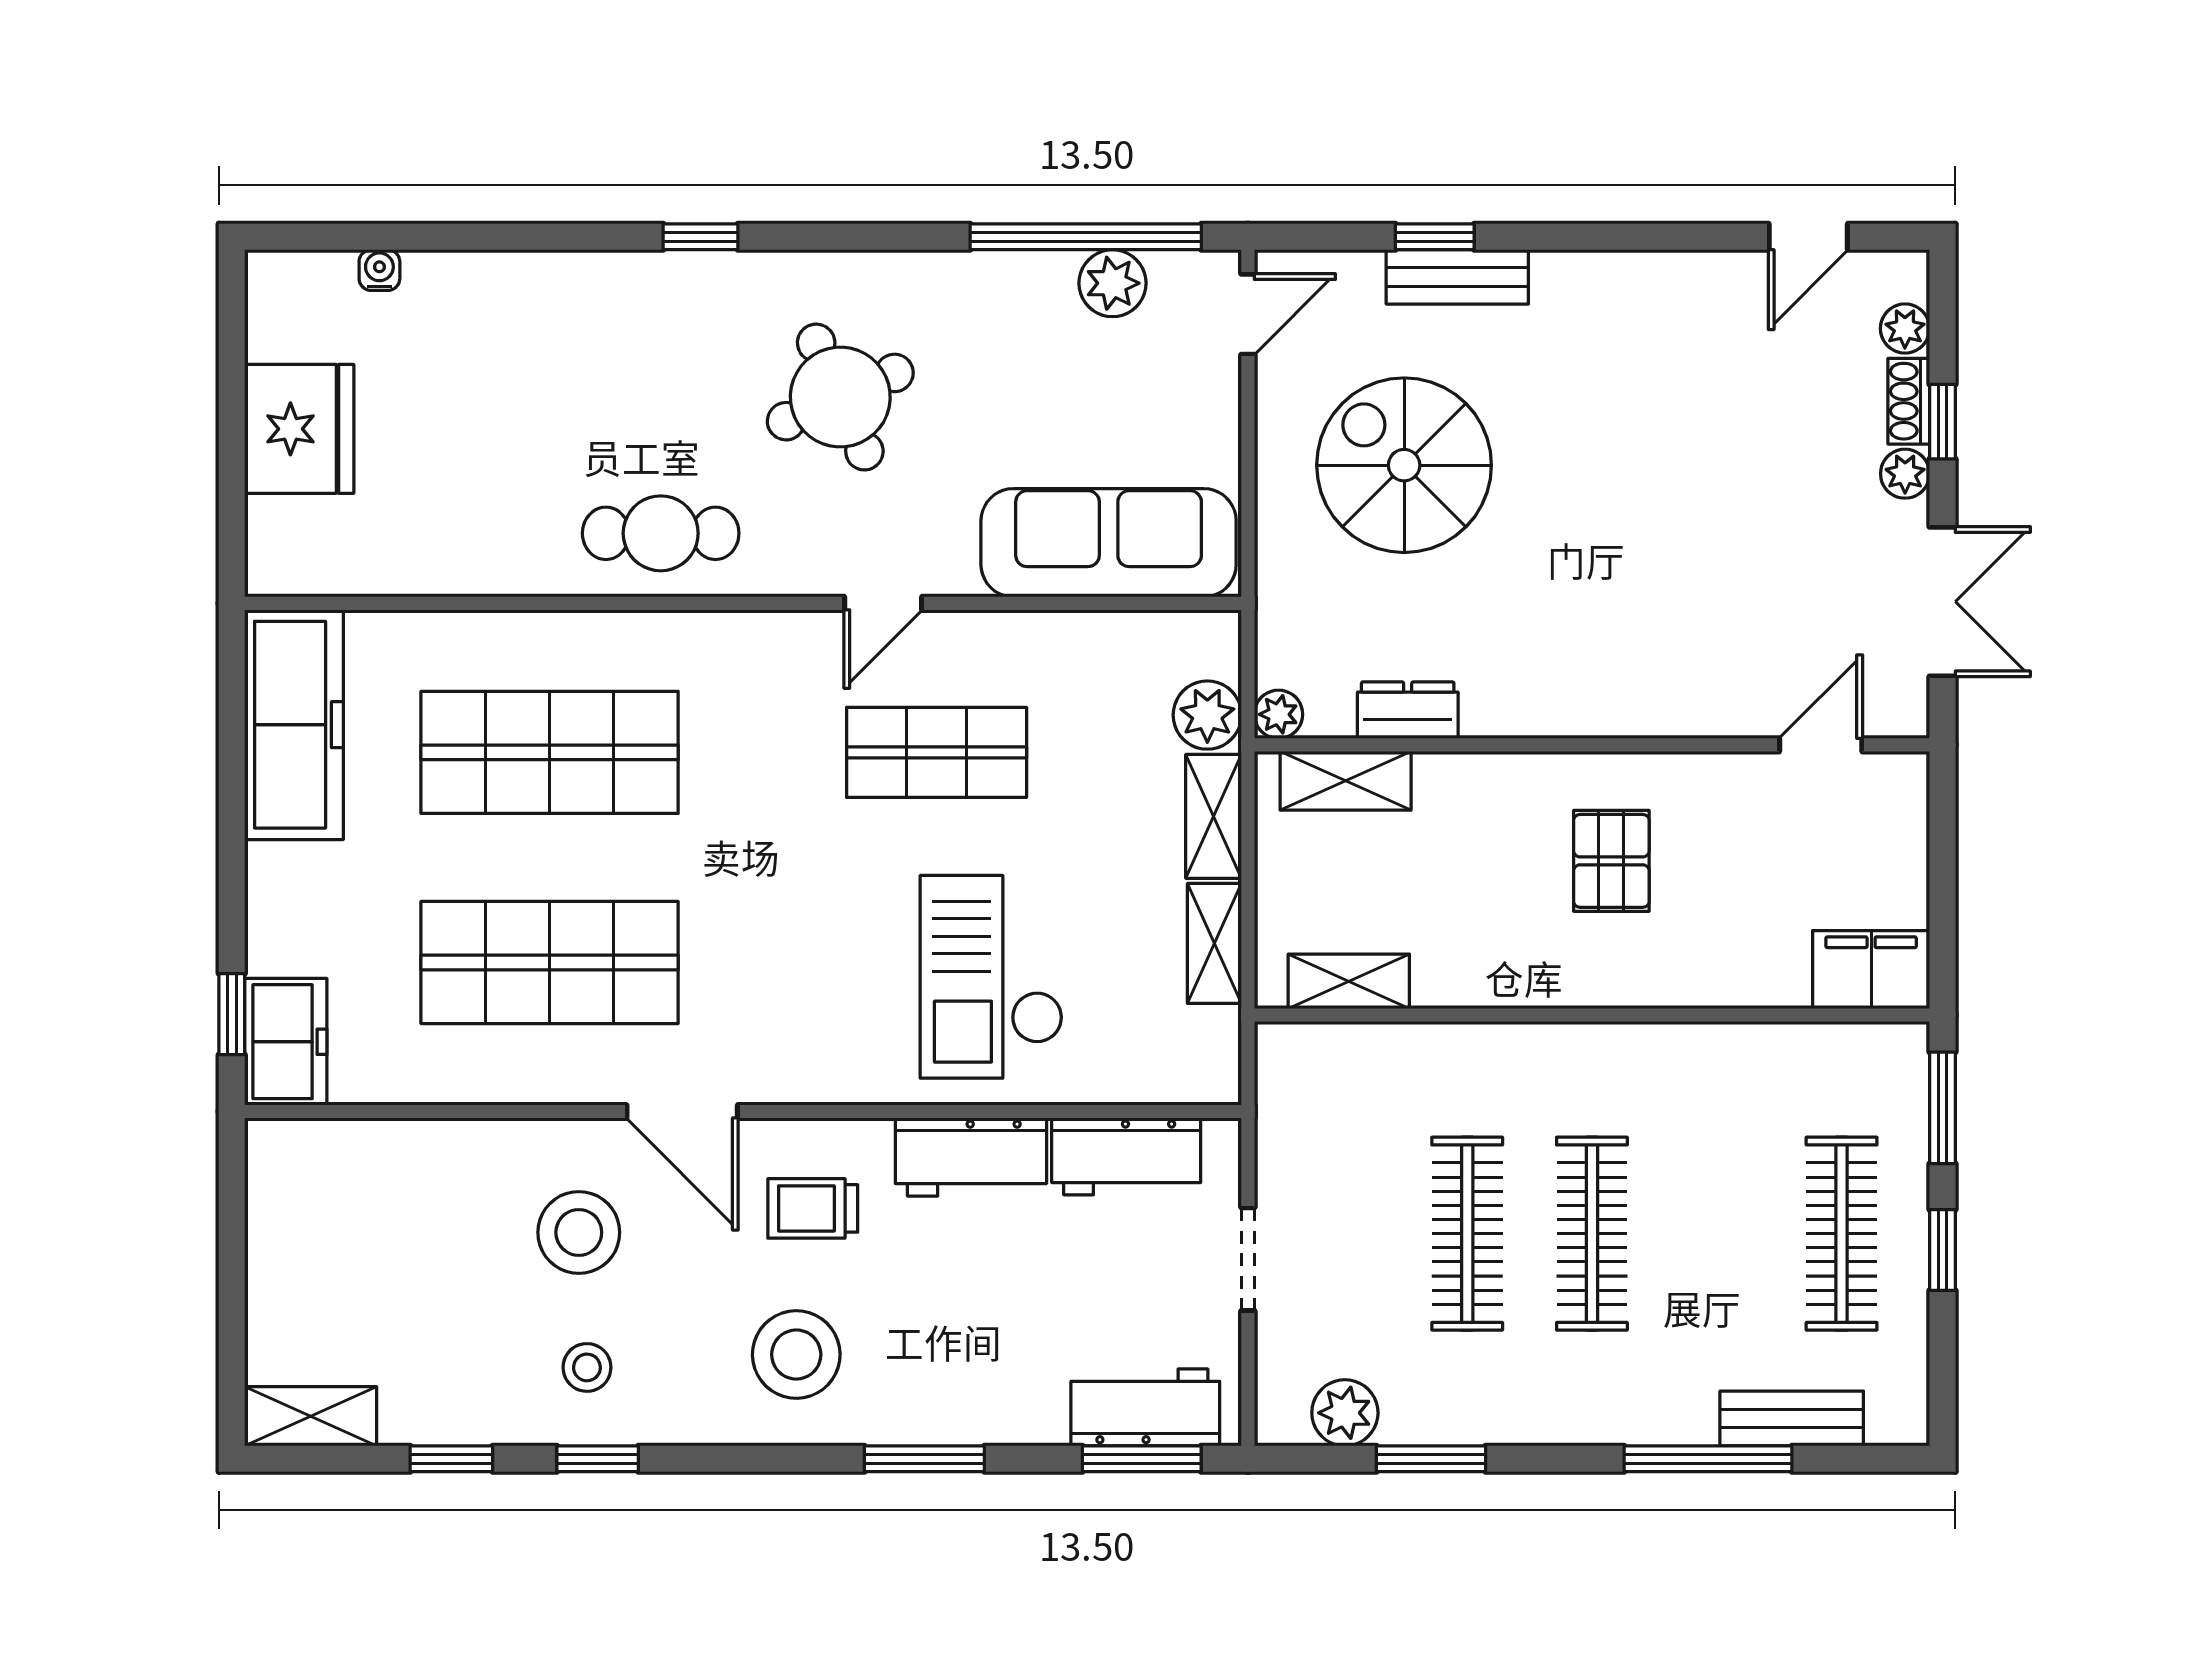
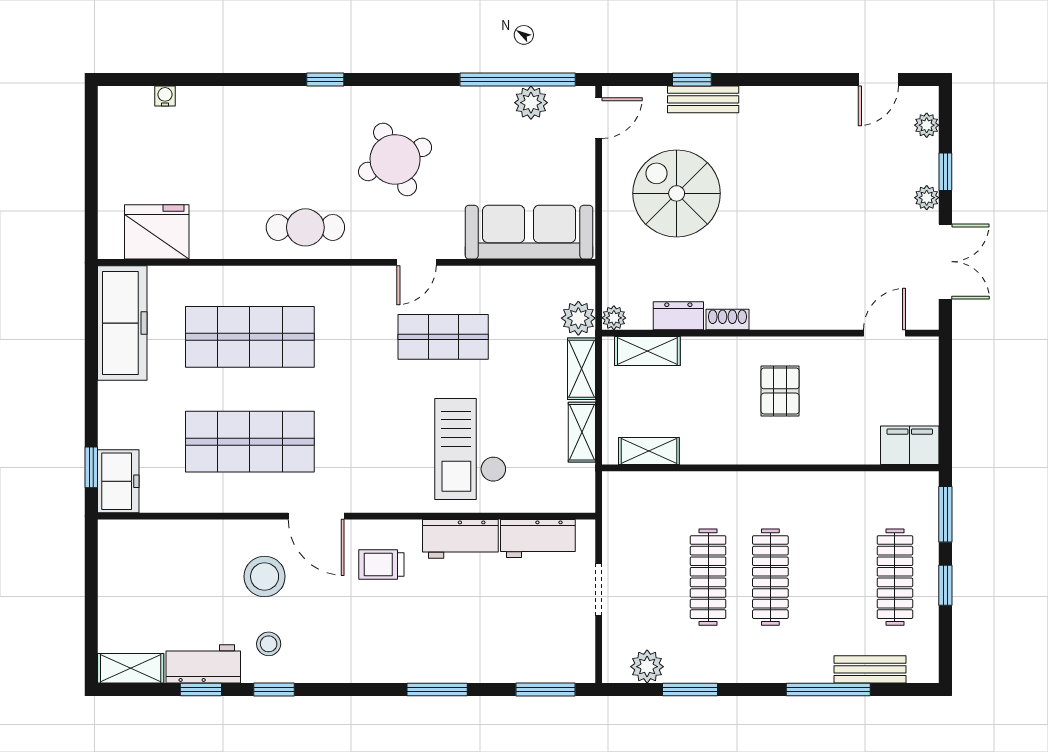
shoe rack: (1909, 401) -> (727, 319), moved, turned 90
fridge: (299, 429) -> (157, 232), moved, turned -90
stool: (796, 1355) -> (373, 637), removed
workbench: (1145, 1407) -> (203, 664), moved

